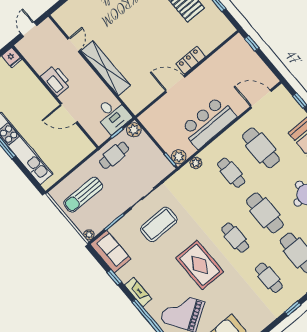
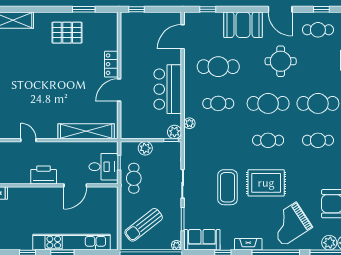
shelving: (106, 68) -> (86, 131), moved
desk: (112, 115) -> (103, 167), moved
plant: (134, 130) -> (145, 148), moved
sun lounger: (83, 195) -> (144, 225), turned 52
coffee table: (159, 224) -> (228, 187), moved

